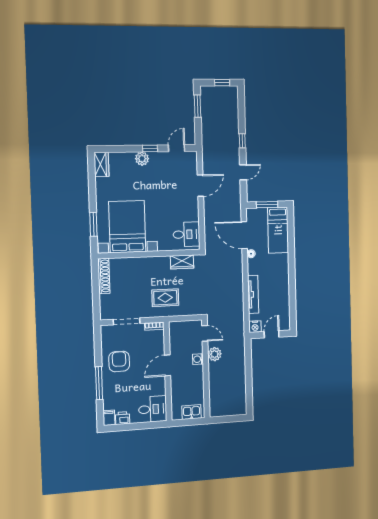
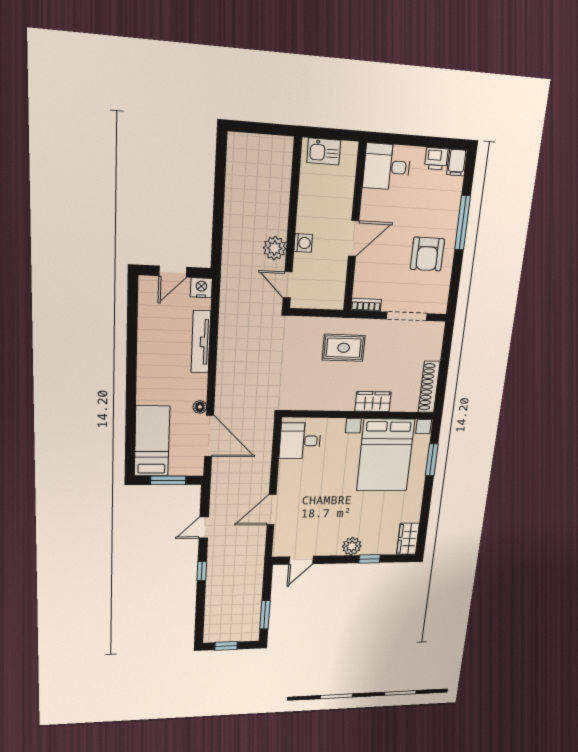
window: (150, 148) -> (370, 559), moved
wardrobe: (182, 262) -> (373, 402), moved

